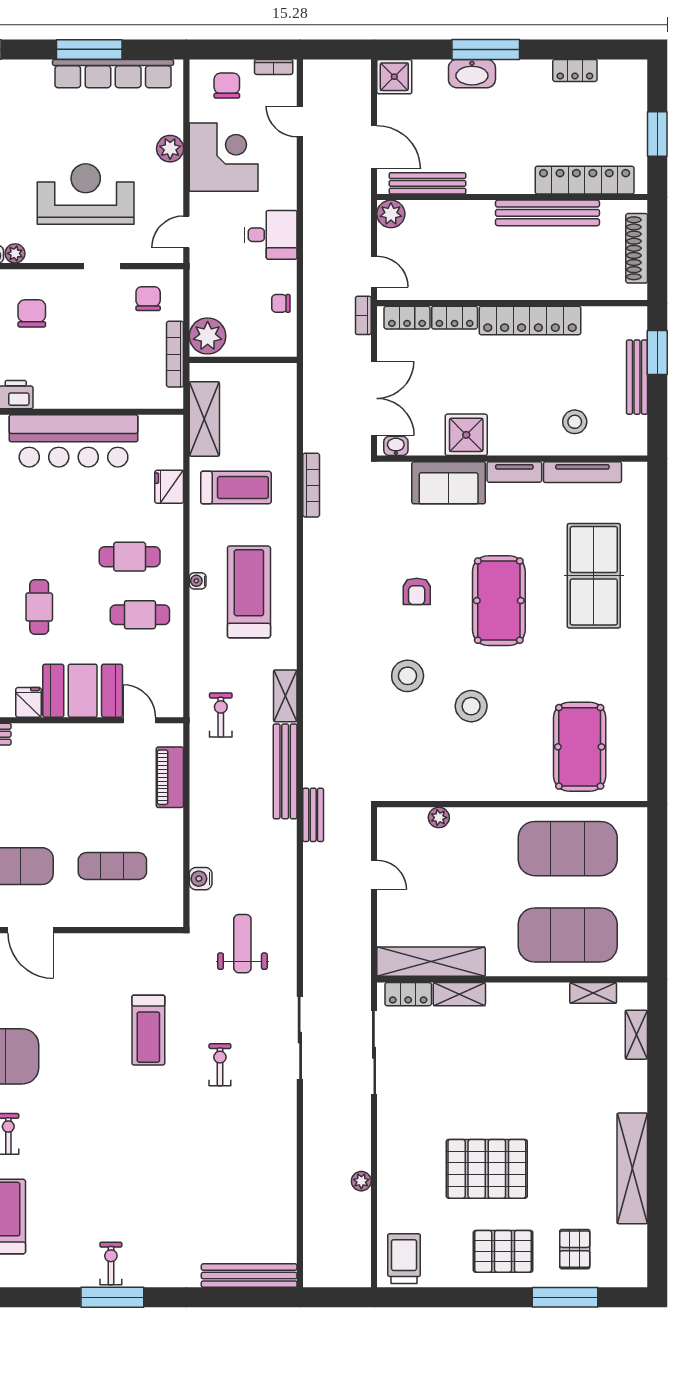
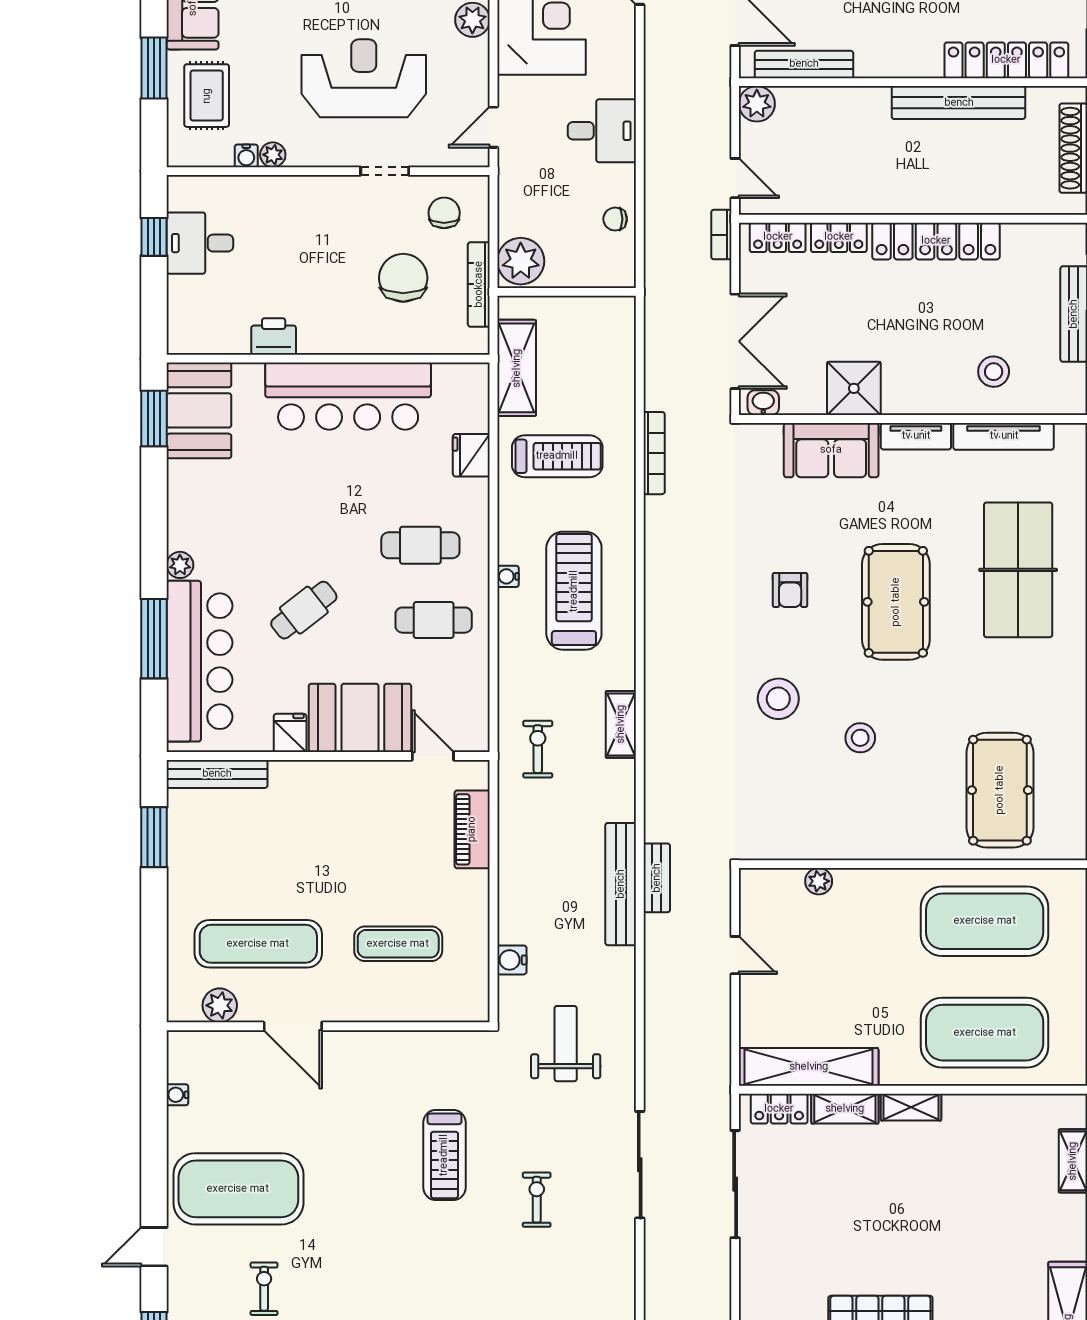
chair: (32, 313) -> (403, 278), moved, width x1.37, depth x1.37
cafe table: (39, 607) -> (304, 610), turned 52
stool: (471, 706) -> (860, 738), width x0.73, depth x0.73
bench: (285, 771) -> (621, 884), moved
shelving: (593, 993) -> (911, 1107), moved

